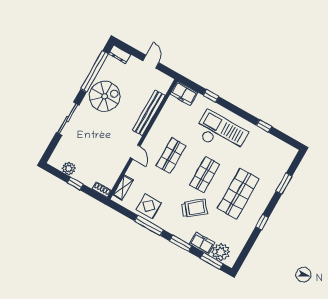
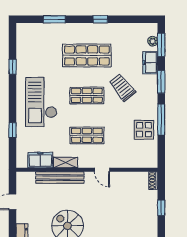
freezer: (184, 93) -> (40, 160), moved, turned -90
door: (135, 152) -> (102, 170), swing flipped
plant: (69, 168) -> (151, 221), removed
shelving: (123, 187) -> (65, 163), moved
plant: (221, 252) -> (153, 41), width x0.53, depth x0.53

